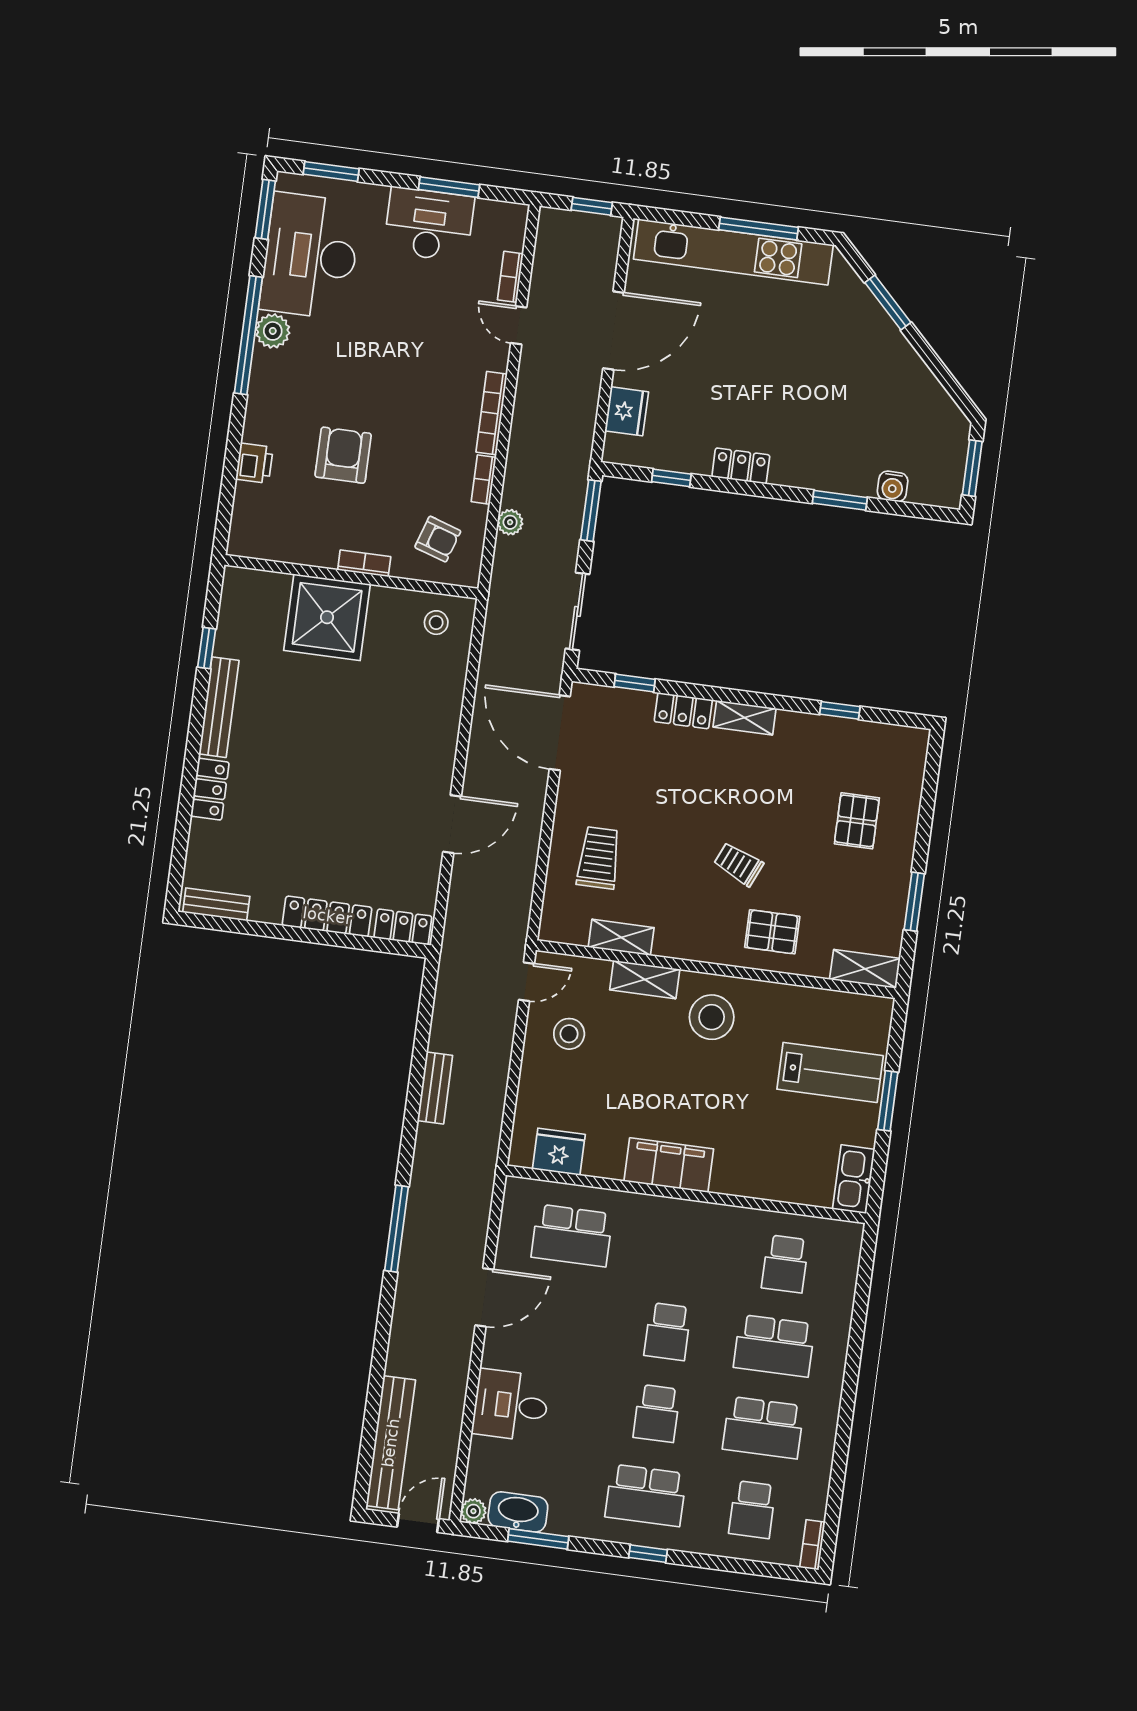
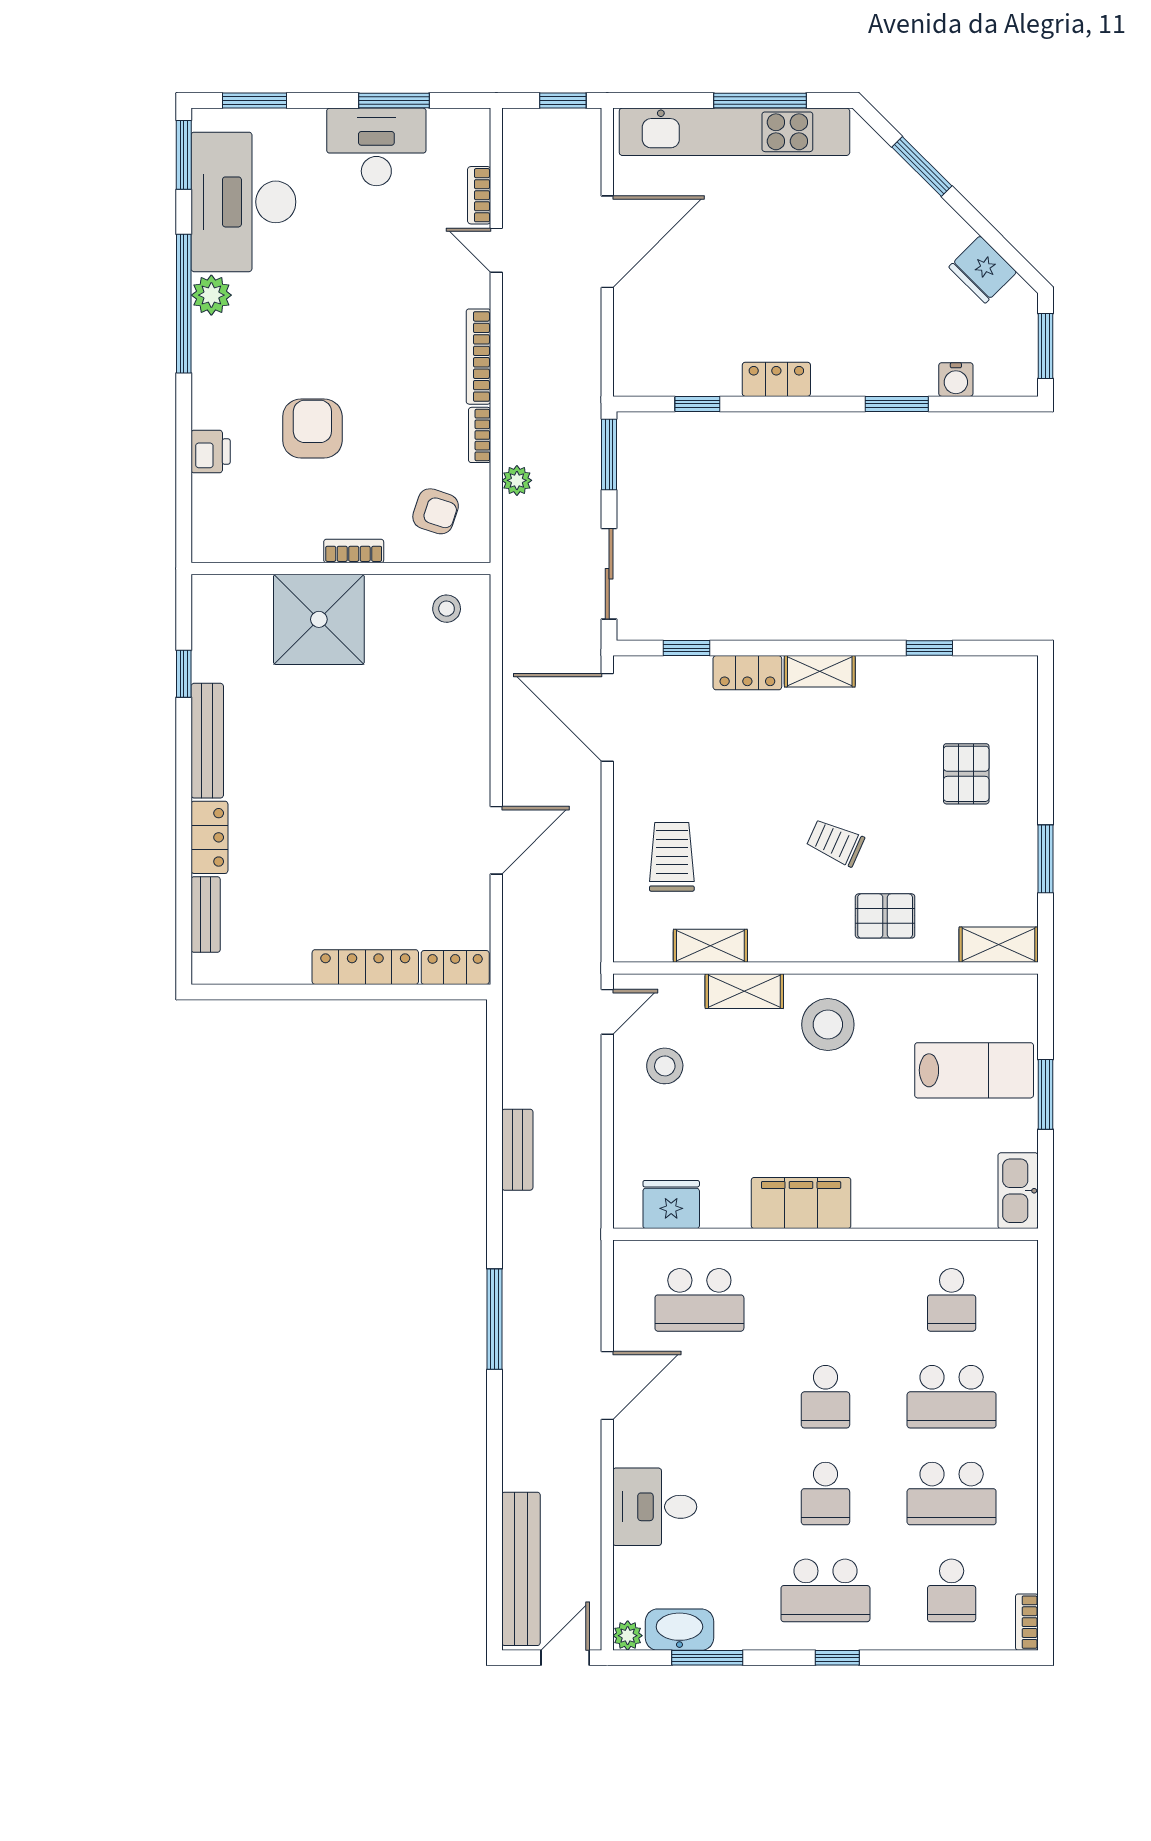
fridge: (627, 411) -> (983, 270), moved, turned 135
bench: (216, 904) -> (206, 915), moved, turned 90

